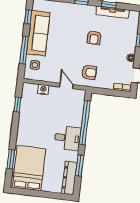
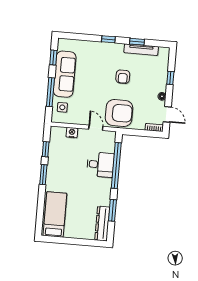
armchair: (89, 72) -> (119, 113), width x1.88, depth x1.88
desk: (67, 138) -> (100, 165), moved
window: (11, 159) -> (43, 175), moved
bed: (29, 168) -> (55, 214), width x0.67

